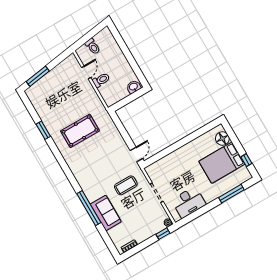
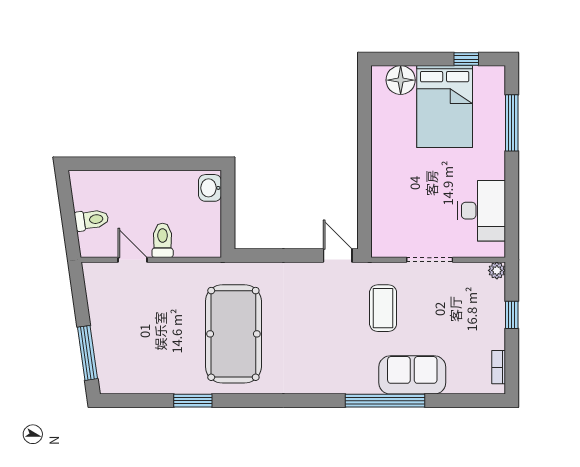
pool table: (80, 131) -> (233, 334), width x1.36, depth x1.32
window: (163, 234) -> (512, 315), moved

